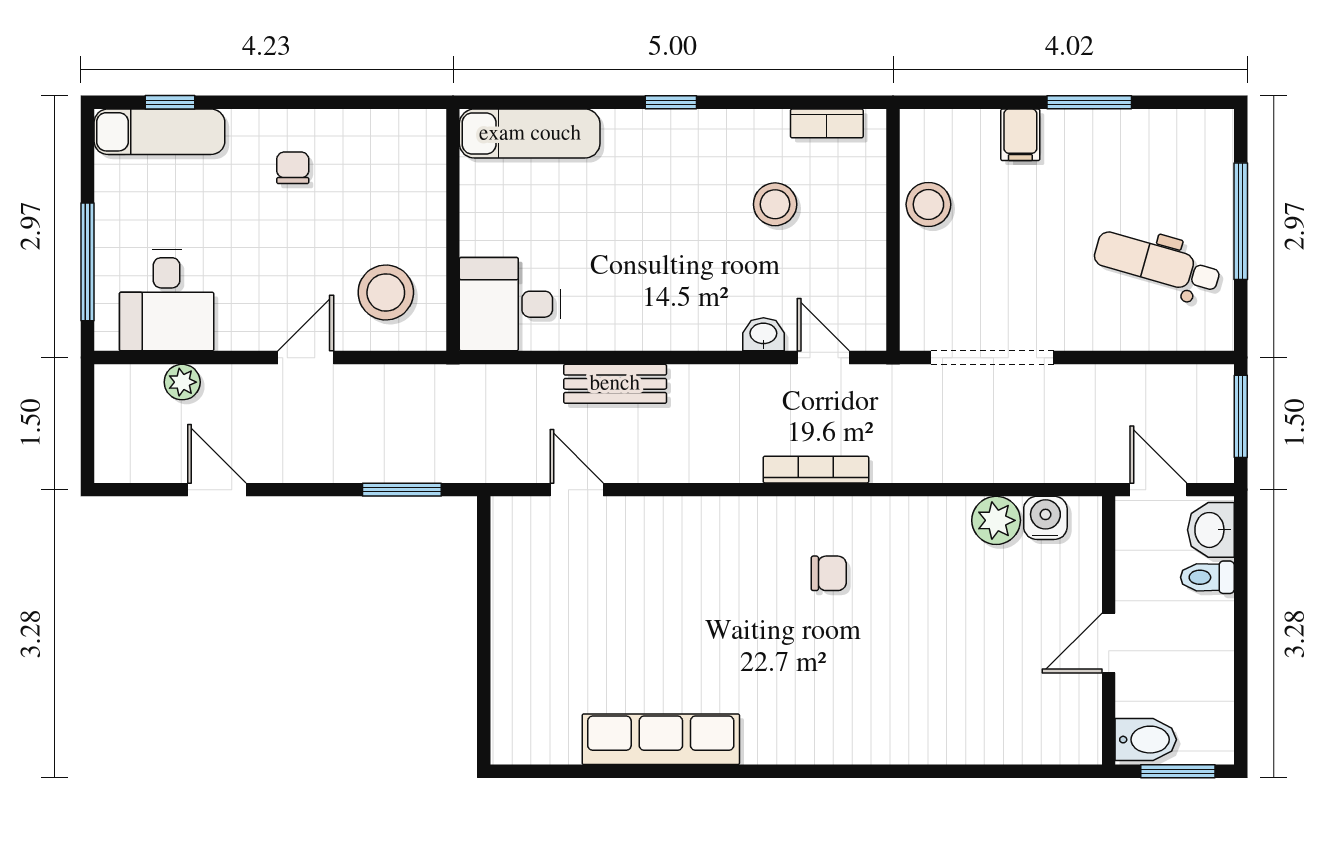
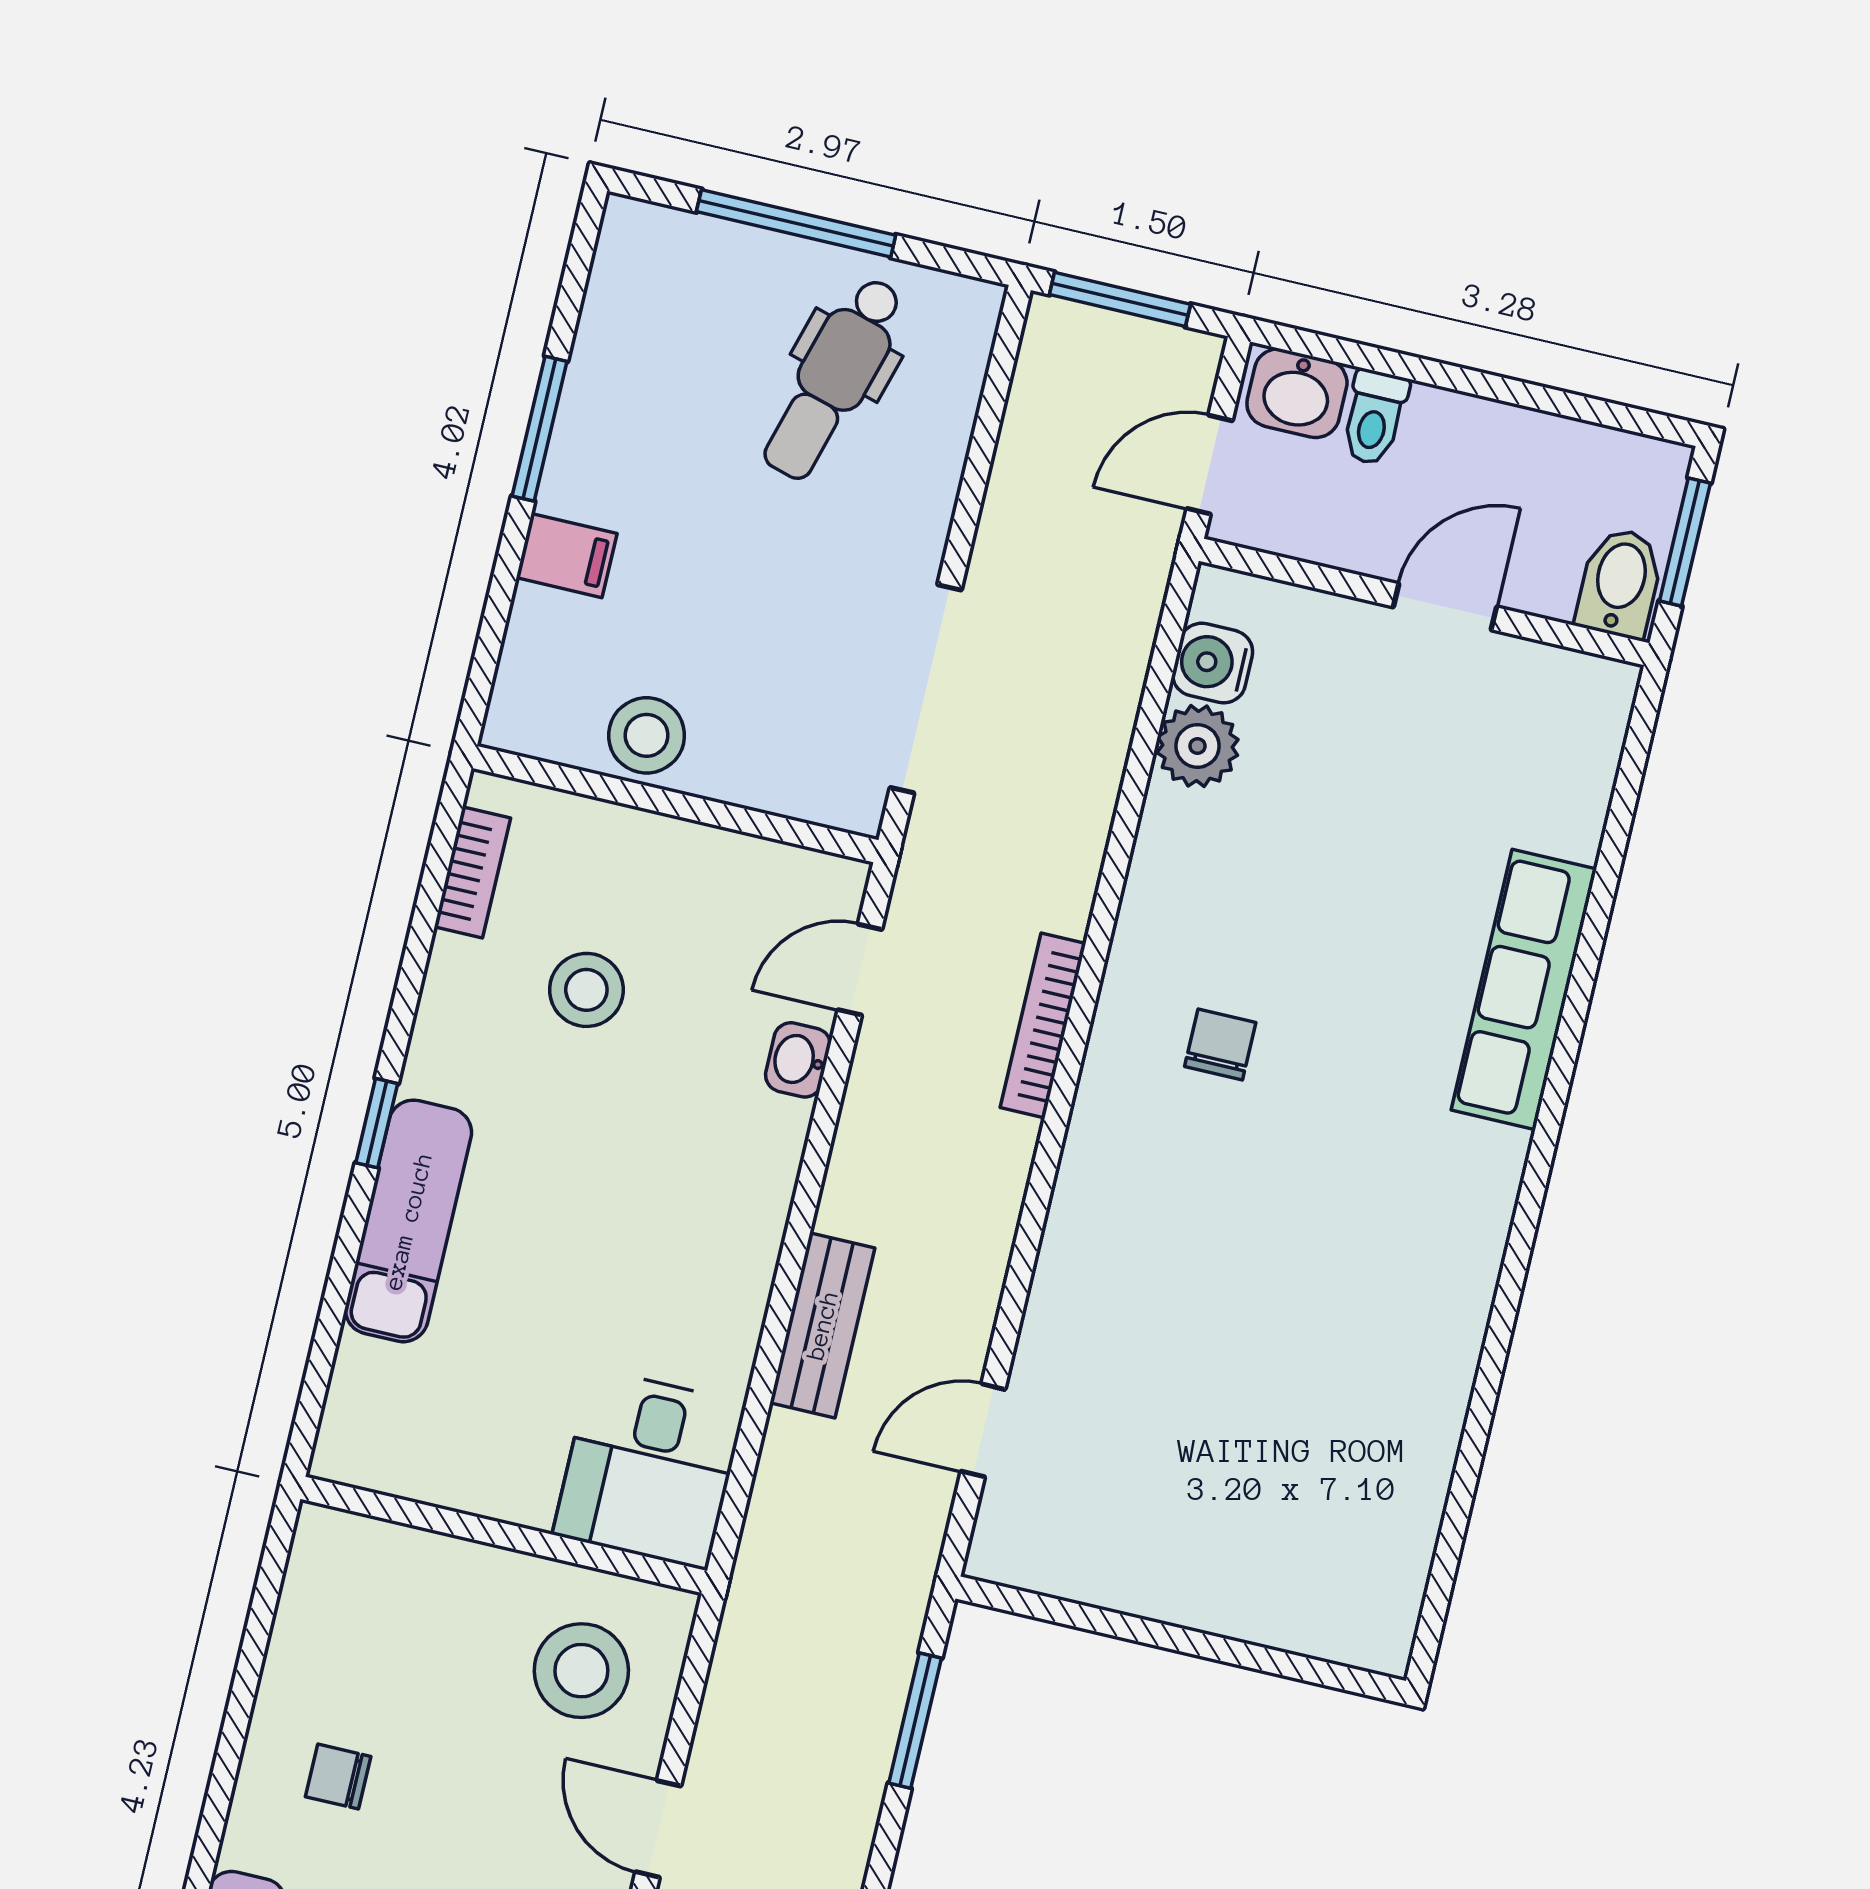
exam couch: (530, 134) -> (408, 1221), moved
door: (1109, 643) -> (1445, 607), swing flipped
row of seats: (661, 739) -> (1524, 990), moved

